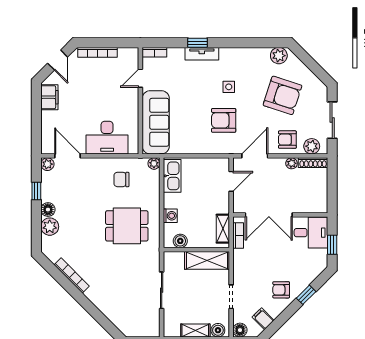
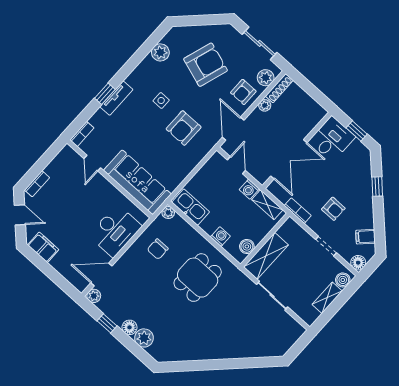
bookcase: (97, 52) -> (37, 184), width x0.64
plant: (279, 56) -> (160, 52), moved
washing machine: (222, 206) -> (249, 189), added
bookcase: (238, 235) -> (298, 211), moved
shelving: (207, 260) -> (266, 256), moved
bookcase: (72, 275) -> (197, 355), removed
armchair: (281, 290) -> (333, 209), moved, turned -90

